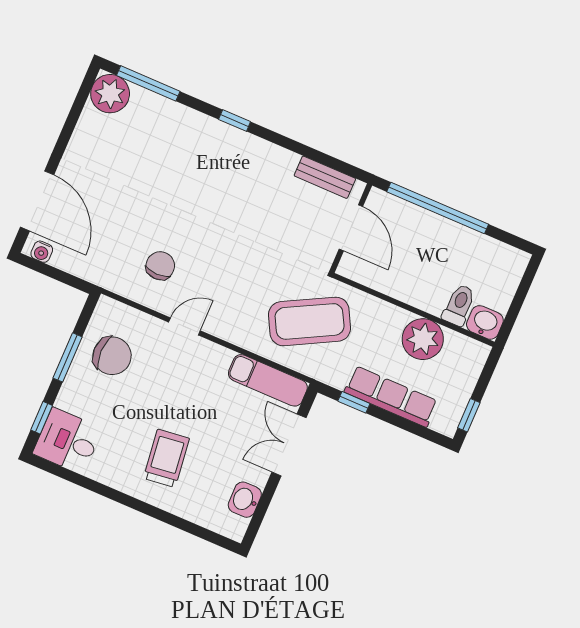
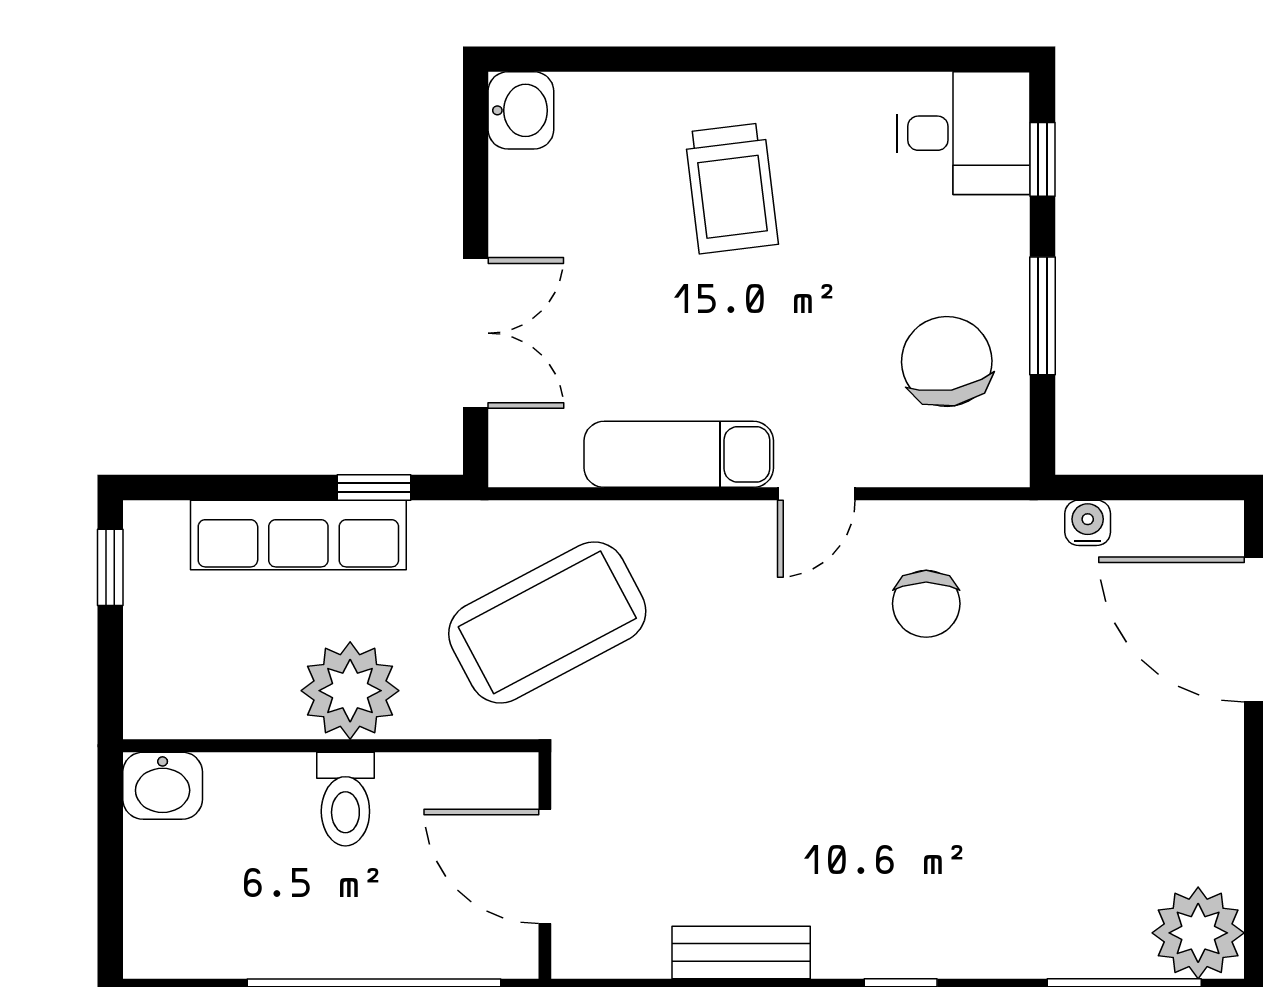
bench: (325, 177) -> (741, 952), moved
water cooler: (42, 252) -> (1088, 523), moved
toilet: (459, 305) -> (345, 799), moved
plant: (423, 339) -> (350, 691), moved
chair: (112, 356) -> (947, 361), turned 80
exam couch: (268, 380) -> (679, 454), moved
washbasin: (245, 500) -> (521, 110), moved

